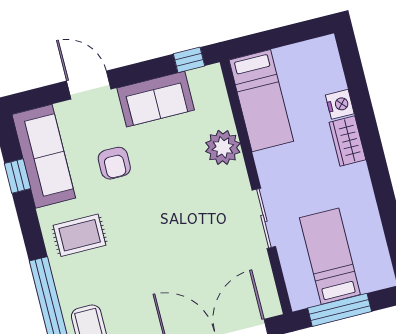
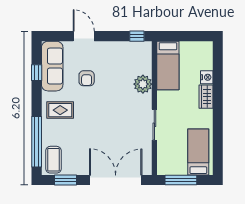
sofa: (156, 99) -> (115, 51), removed
bed: (330, 256) -> (198, 152), moved

